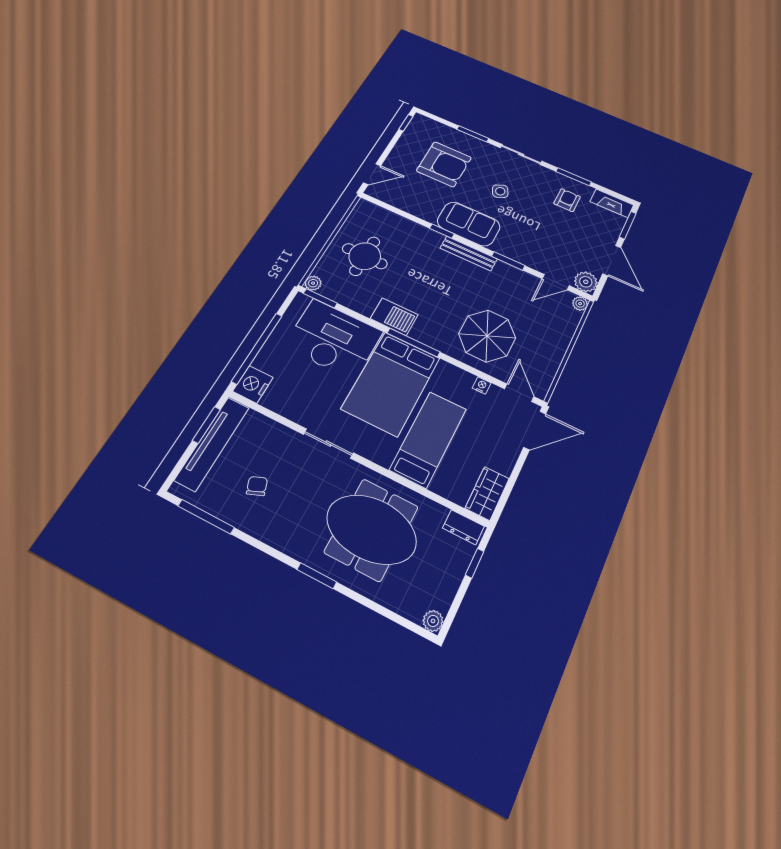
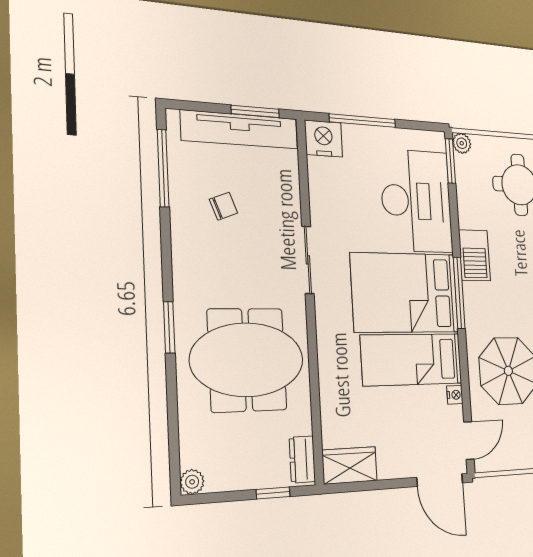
window: (257, 348) -> (363, 121), width x0.68
bed: (428, 439) -> (412, 359), moved, turned 180
meeting table: (371, 529) -> (247, 360), turned 90

